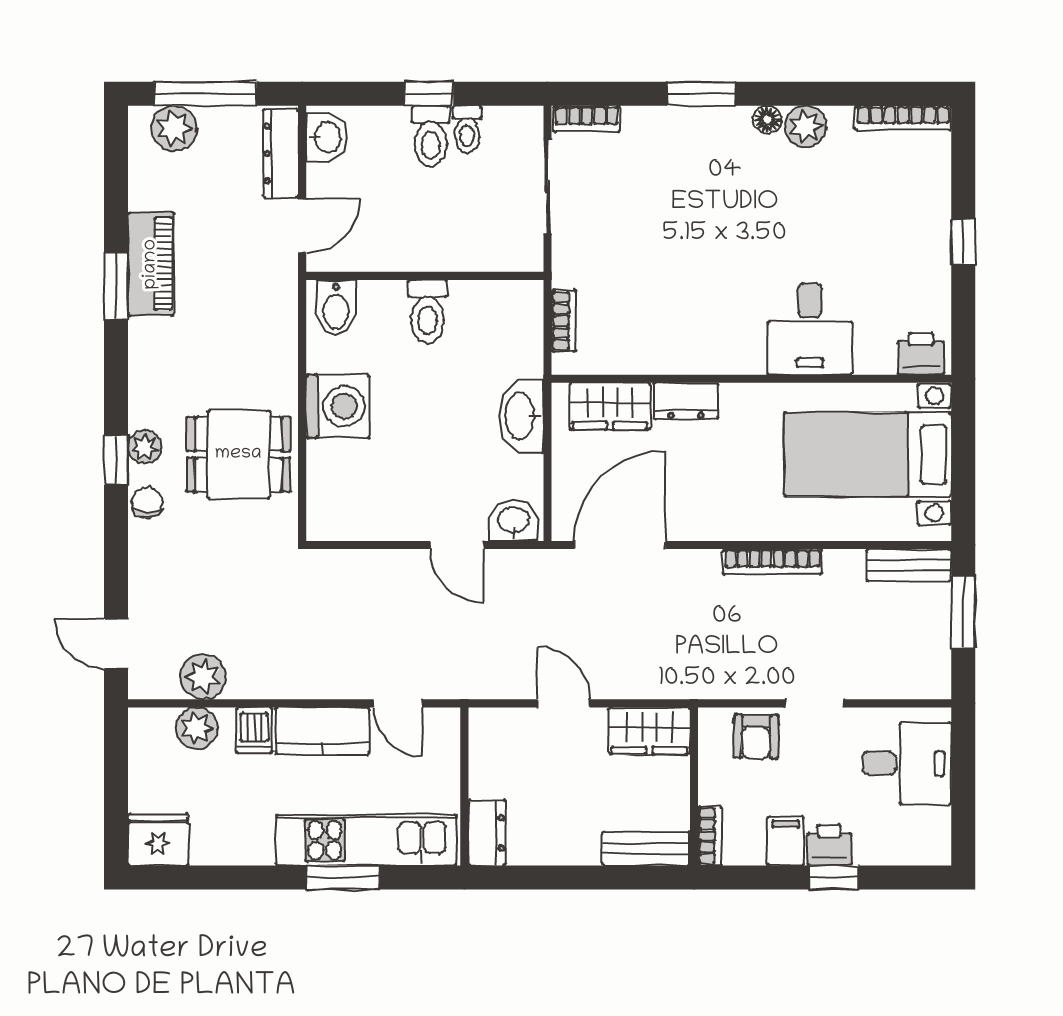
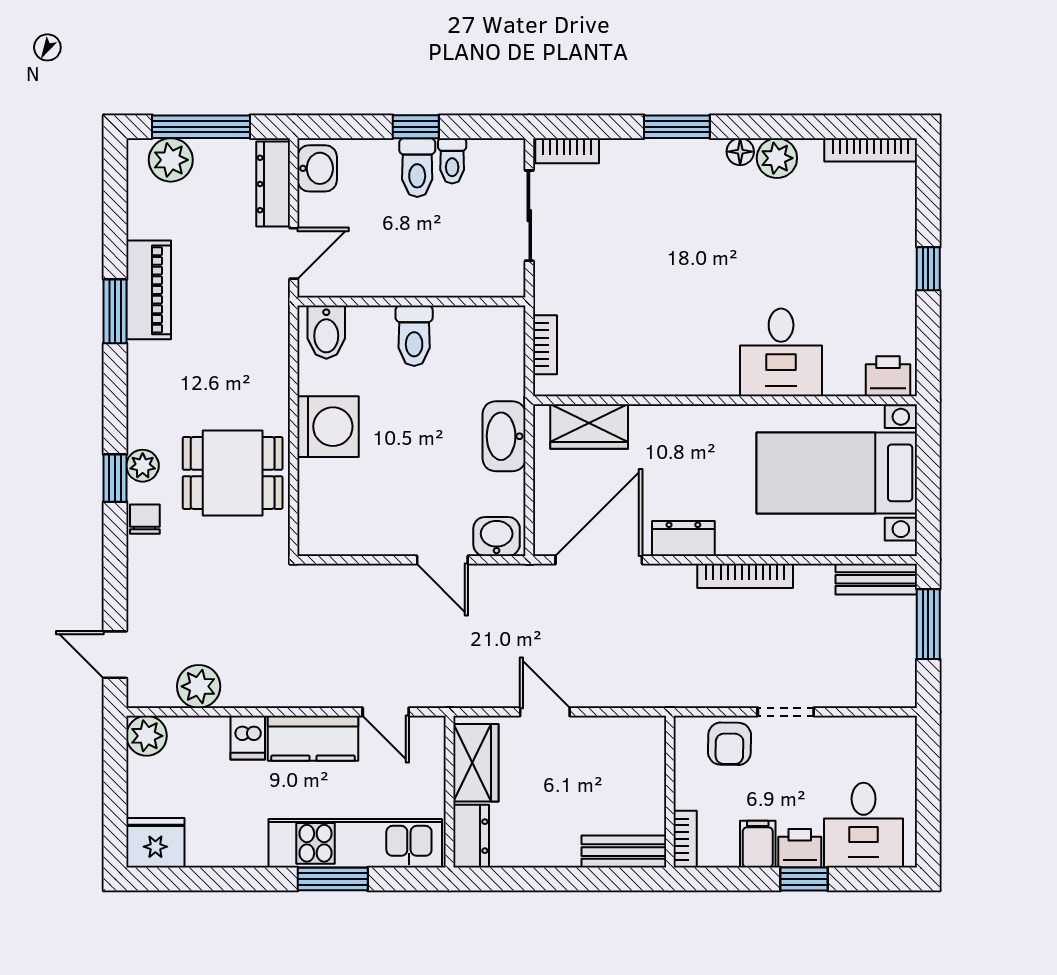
dresser: (686, 401) -> (683, 538), moved, turned 180
plant: (197, 728) -> (147, 736), moved
wardrobe: (649, 731) -> (476, 763), moved, turned -90
desk: (907, 763) -> (864, 825), moved, turned 90

